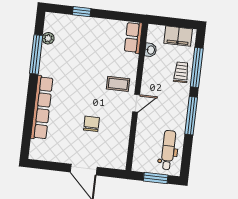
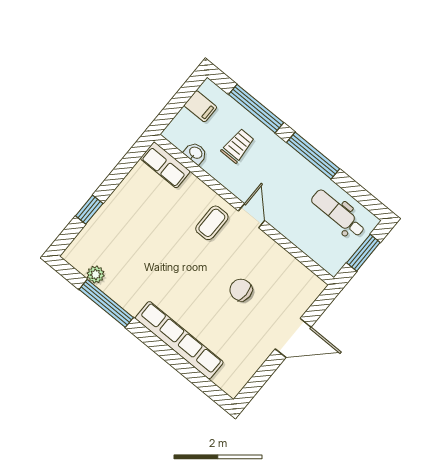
filing cabinet: (178, 36) -> (200, 106), width x0.50
trolley: (181, 72) -> (238, 146), moved, turned 90

